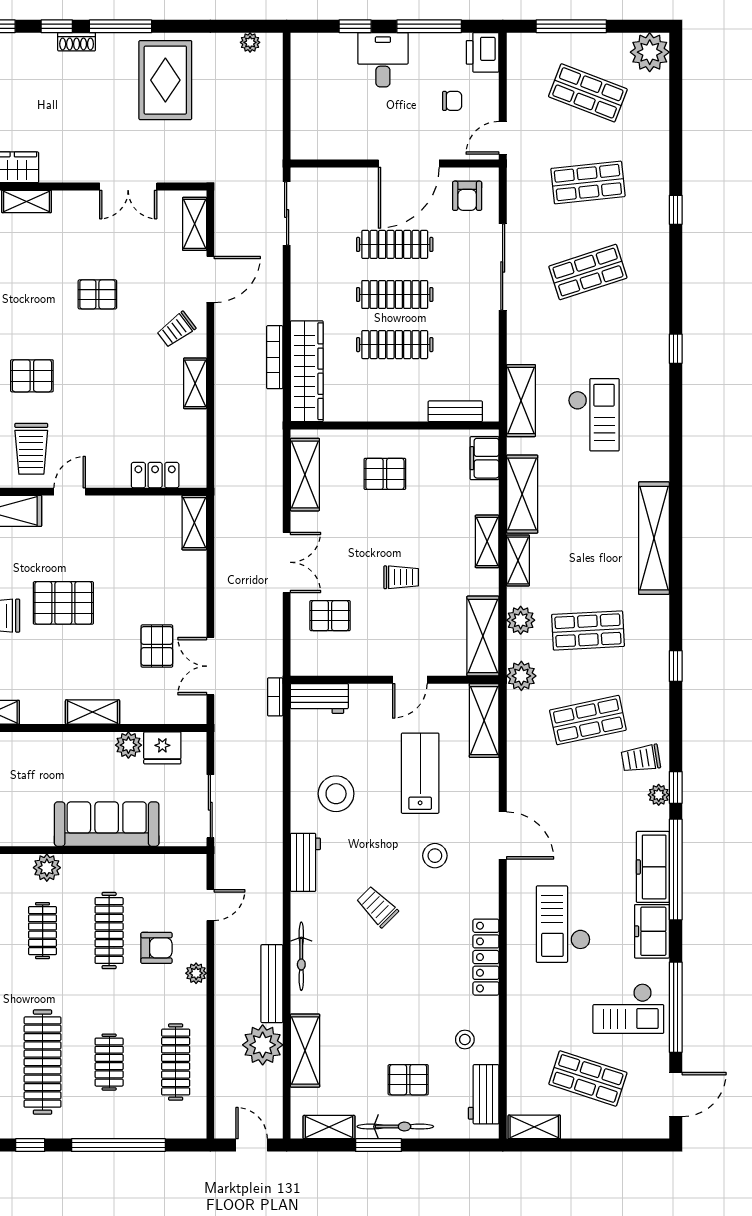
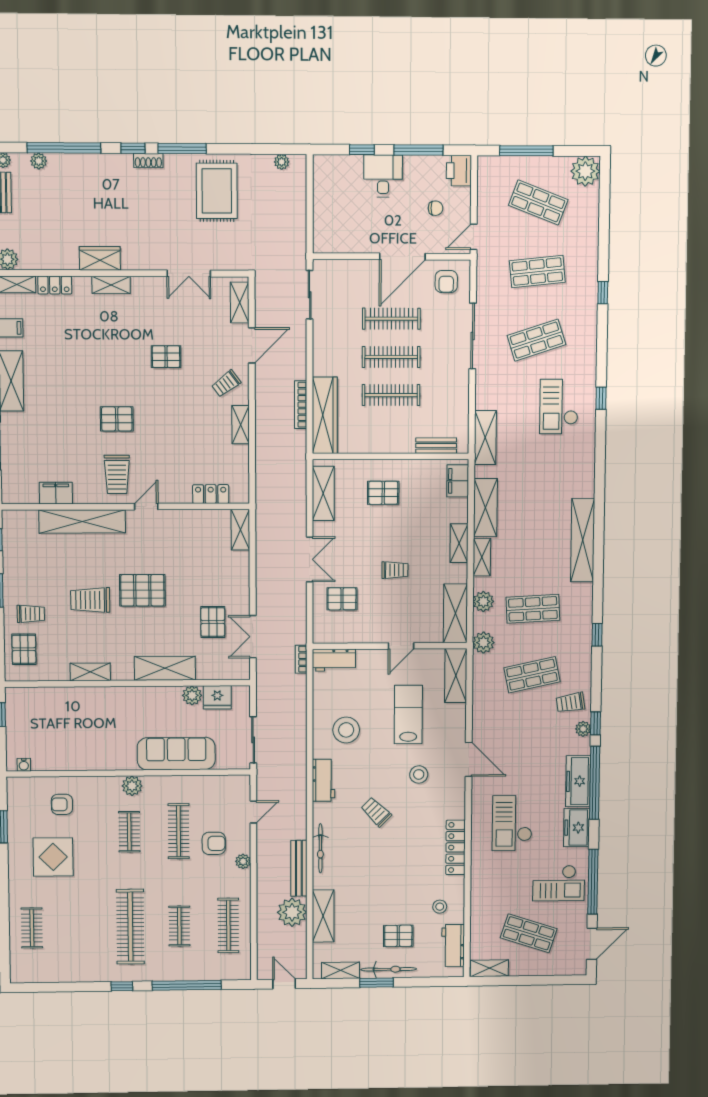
checkout: (594, 415) -> (559, 407), moved, turned 180
shelving: (93, 712) -> (165, 668), width x1.50, depth x1.33

